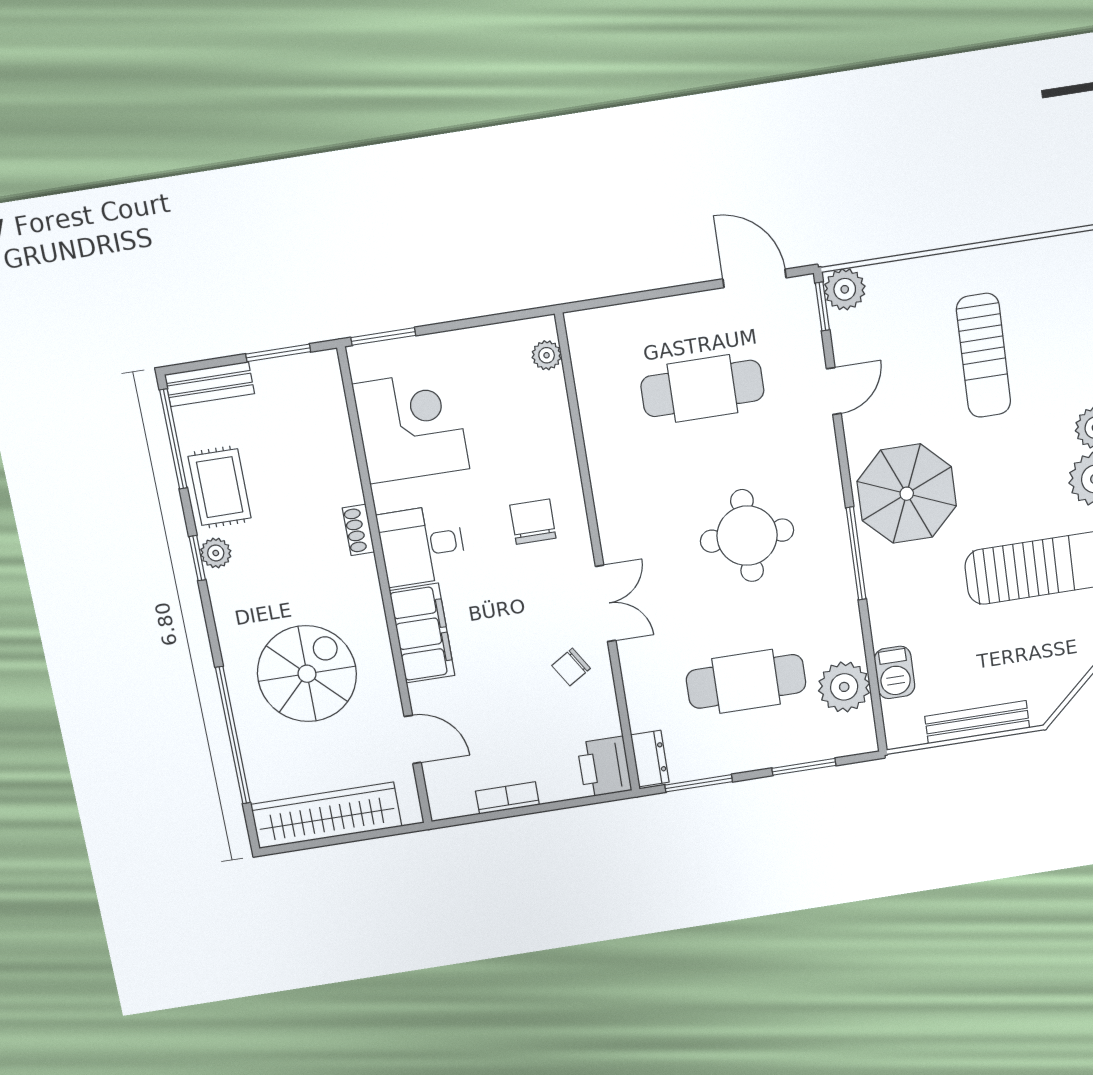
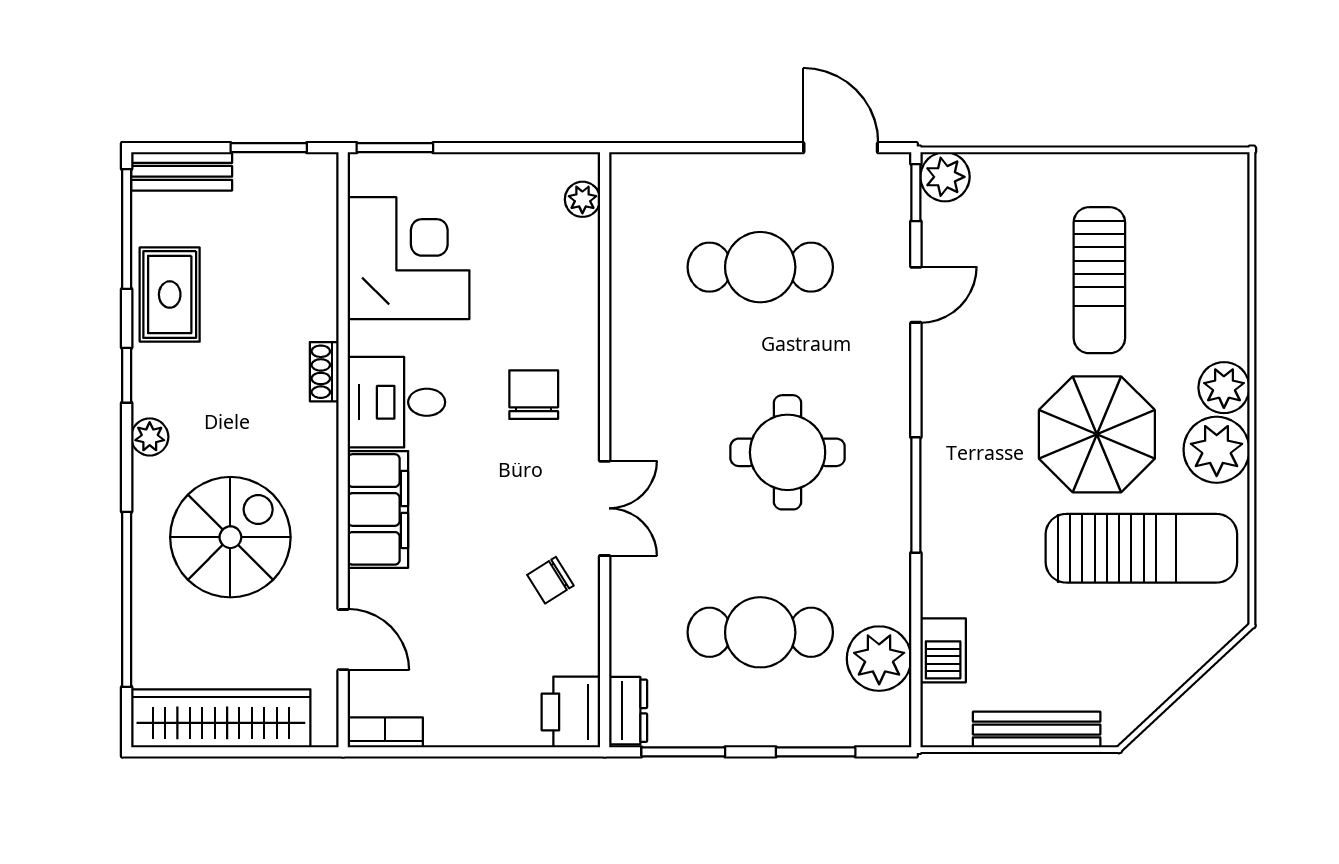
parasol: (907, 494) -> (1097, 434), moved
plant: (216, 553) -> (150, 437), moved
bookcase: (507, 798) -> (385, 732), moved

